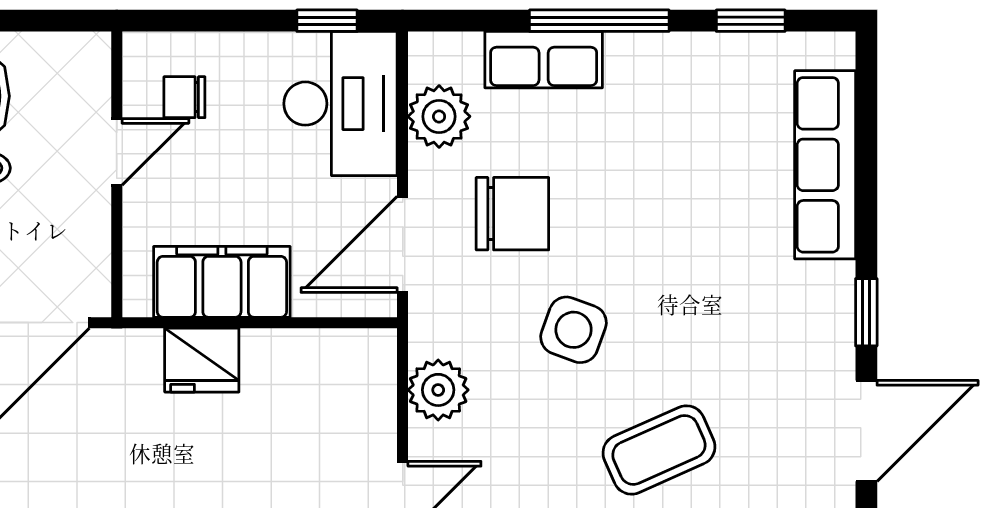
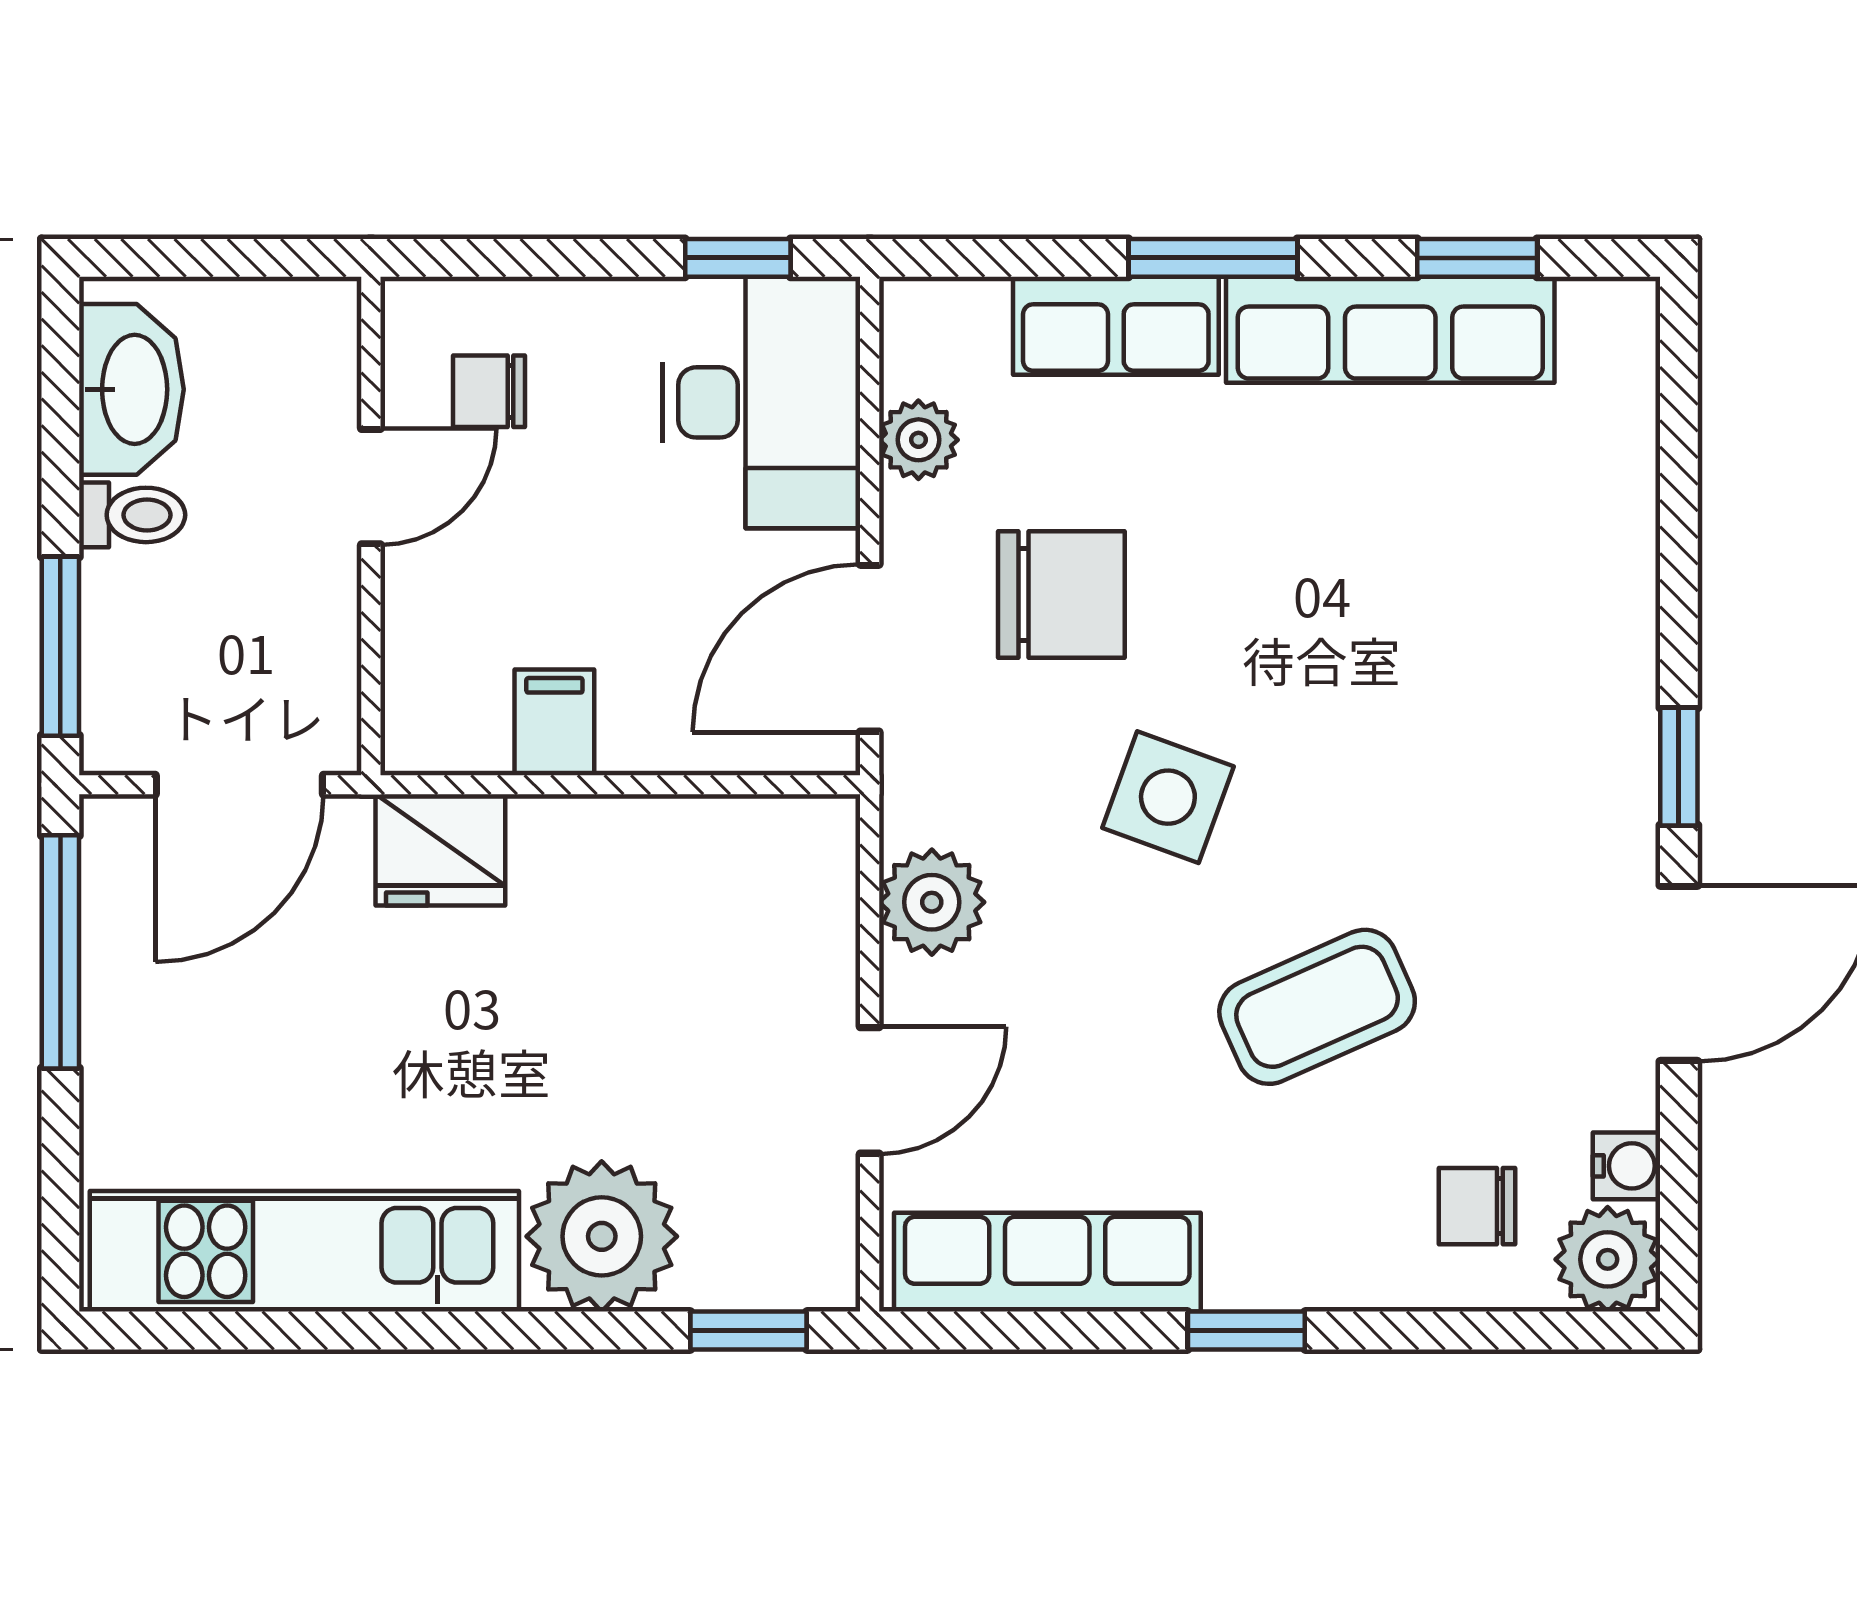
window: (599, 21) -> (1213, 258), width x0.69
plant: (439, 116) -> (918, 440), width x0.73, depth x0.73
row of seats: (825, 165) -> (1390, 330), moved, turned -90
filing cabinet: (222, 282) -> (554, 722), width x0.33, depth x0.86
fridge: (202, 360) -> (440, 850), moved

